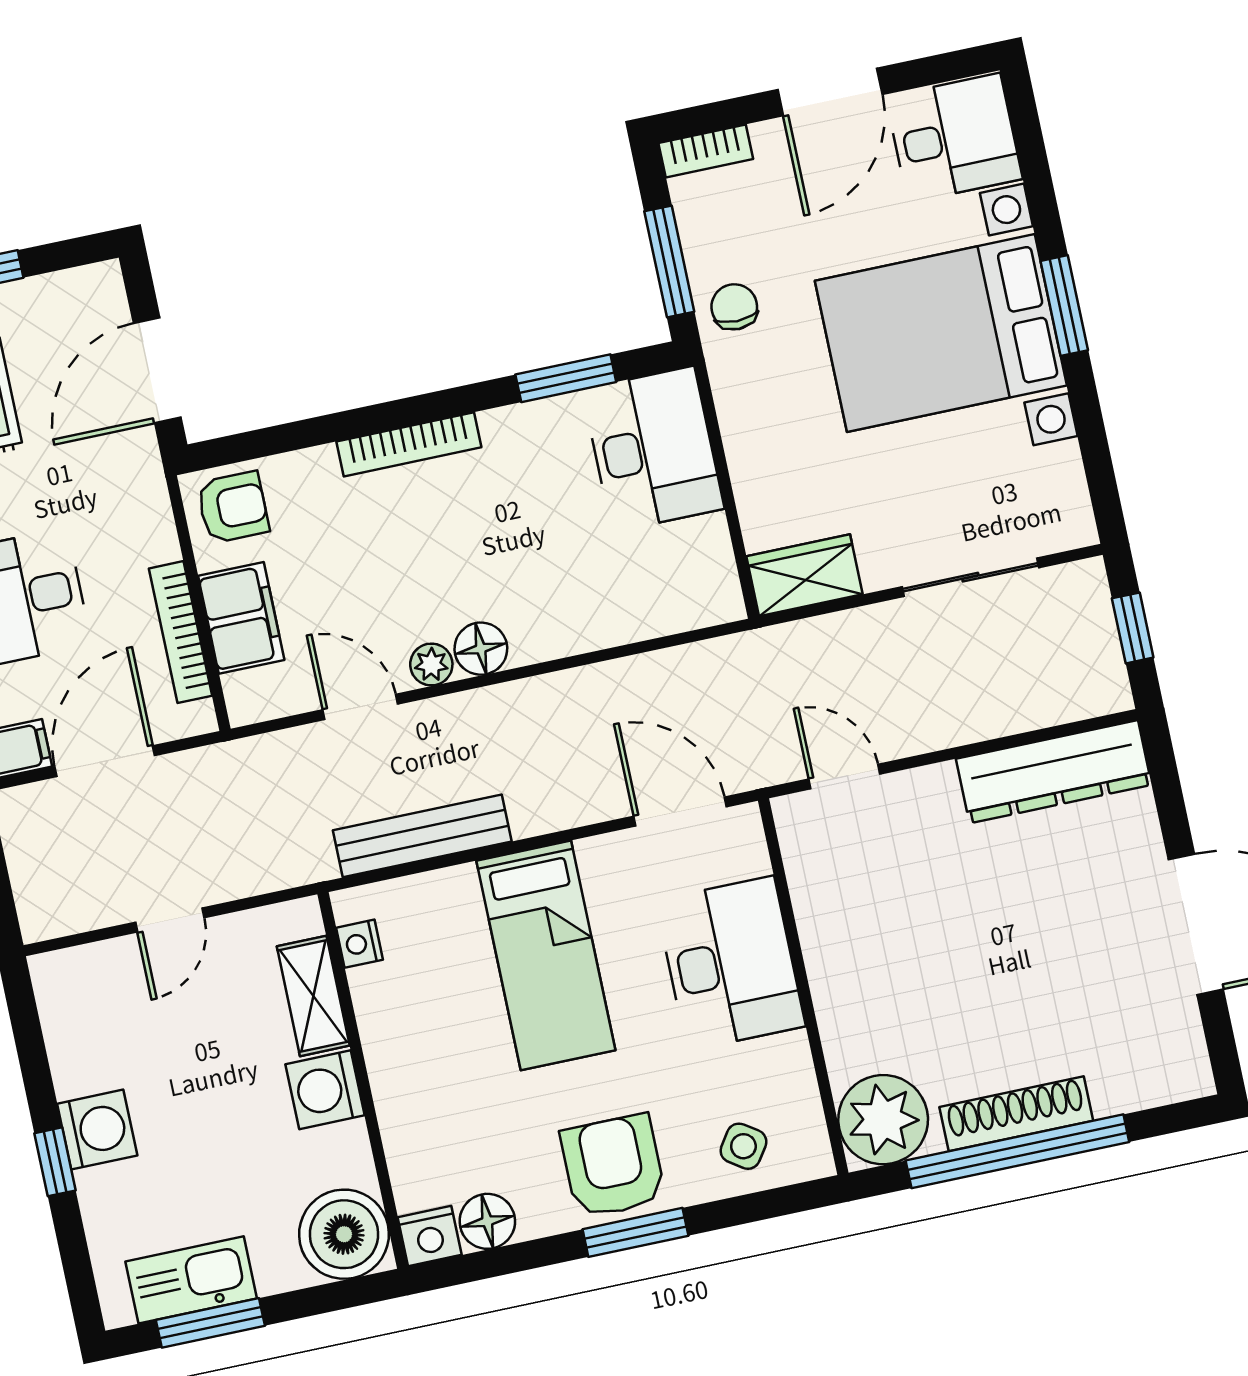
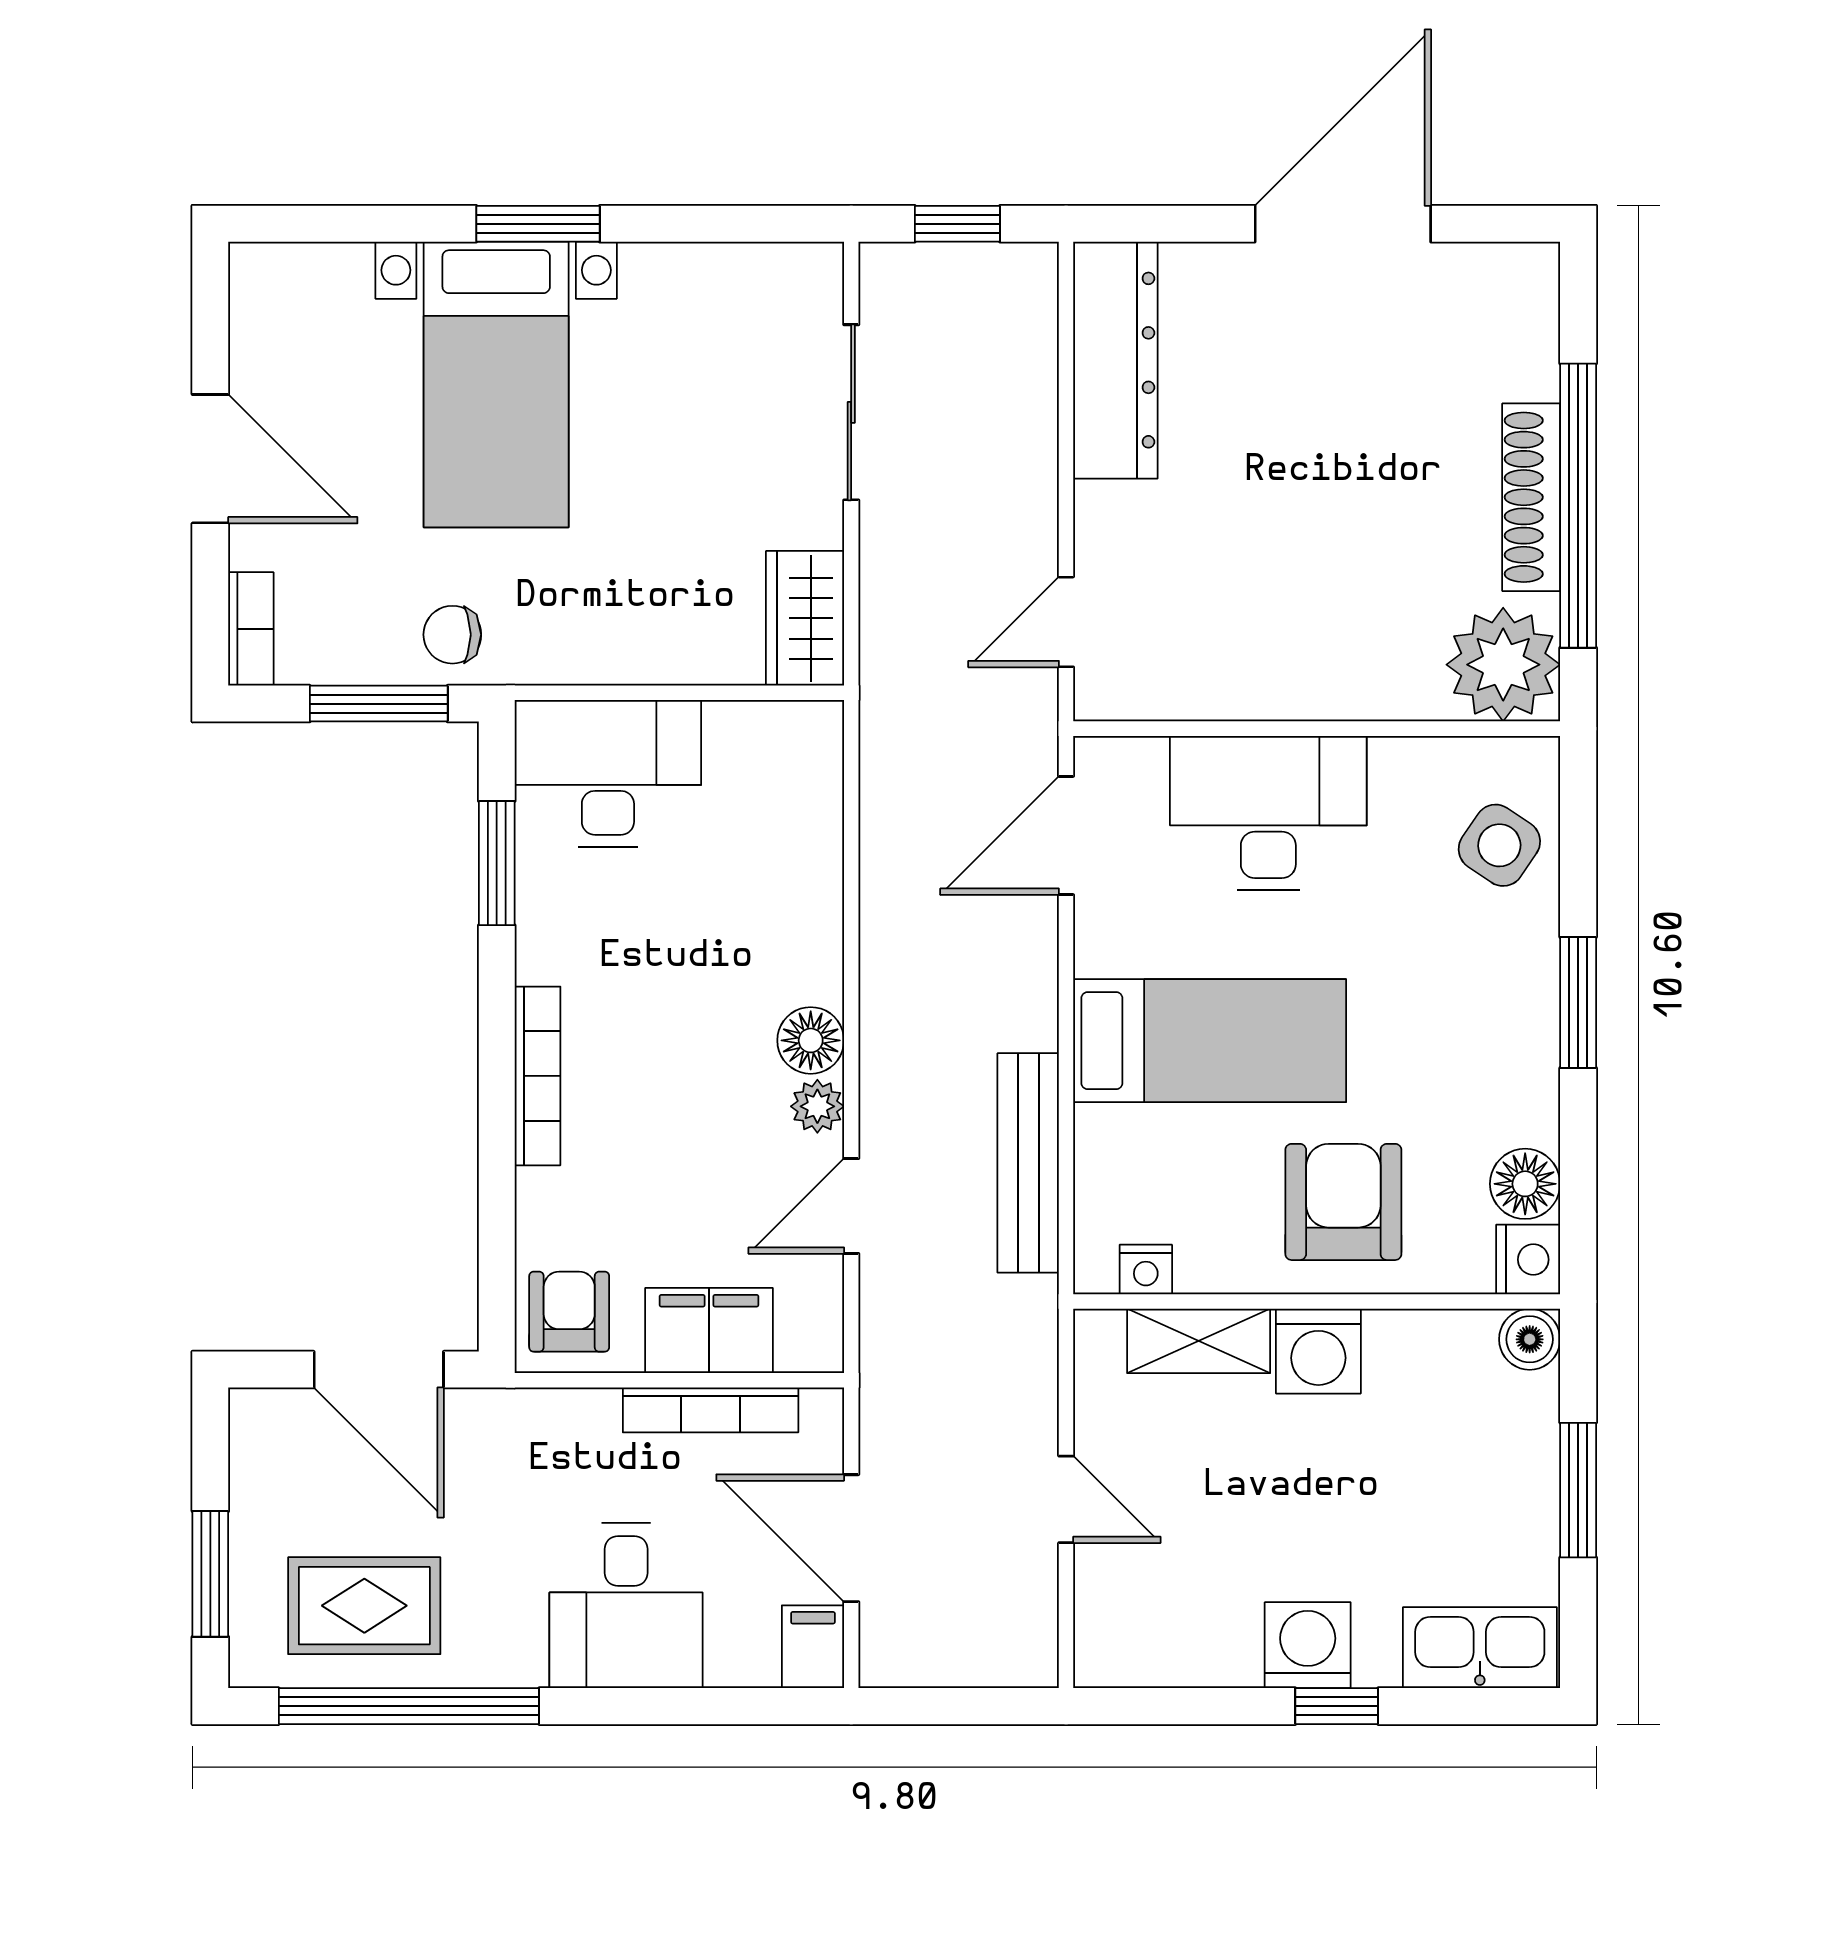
desk: (954, 138) -> (300, 316), removed
bed with nightstands: (941, 333) -> (496, 385), width x0.73
side table: (743, 1146) -> (1499, 845), width x1.37, depth x1.37
armchair: (613, 1166) -> (1343, 1202), moved, turned 90
boiler: (344, 1234) -> (1530, 1339), width x0.54, depth x0.54
kitchen sink: (191, 1280) -> (1480, 1648), moved, turned 90
window: (210, 1323) -> (1578, 1490), moved

